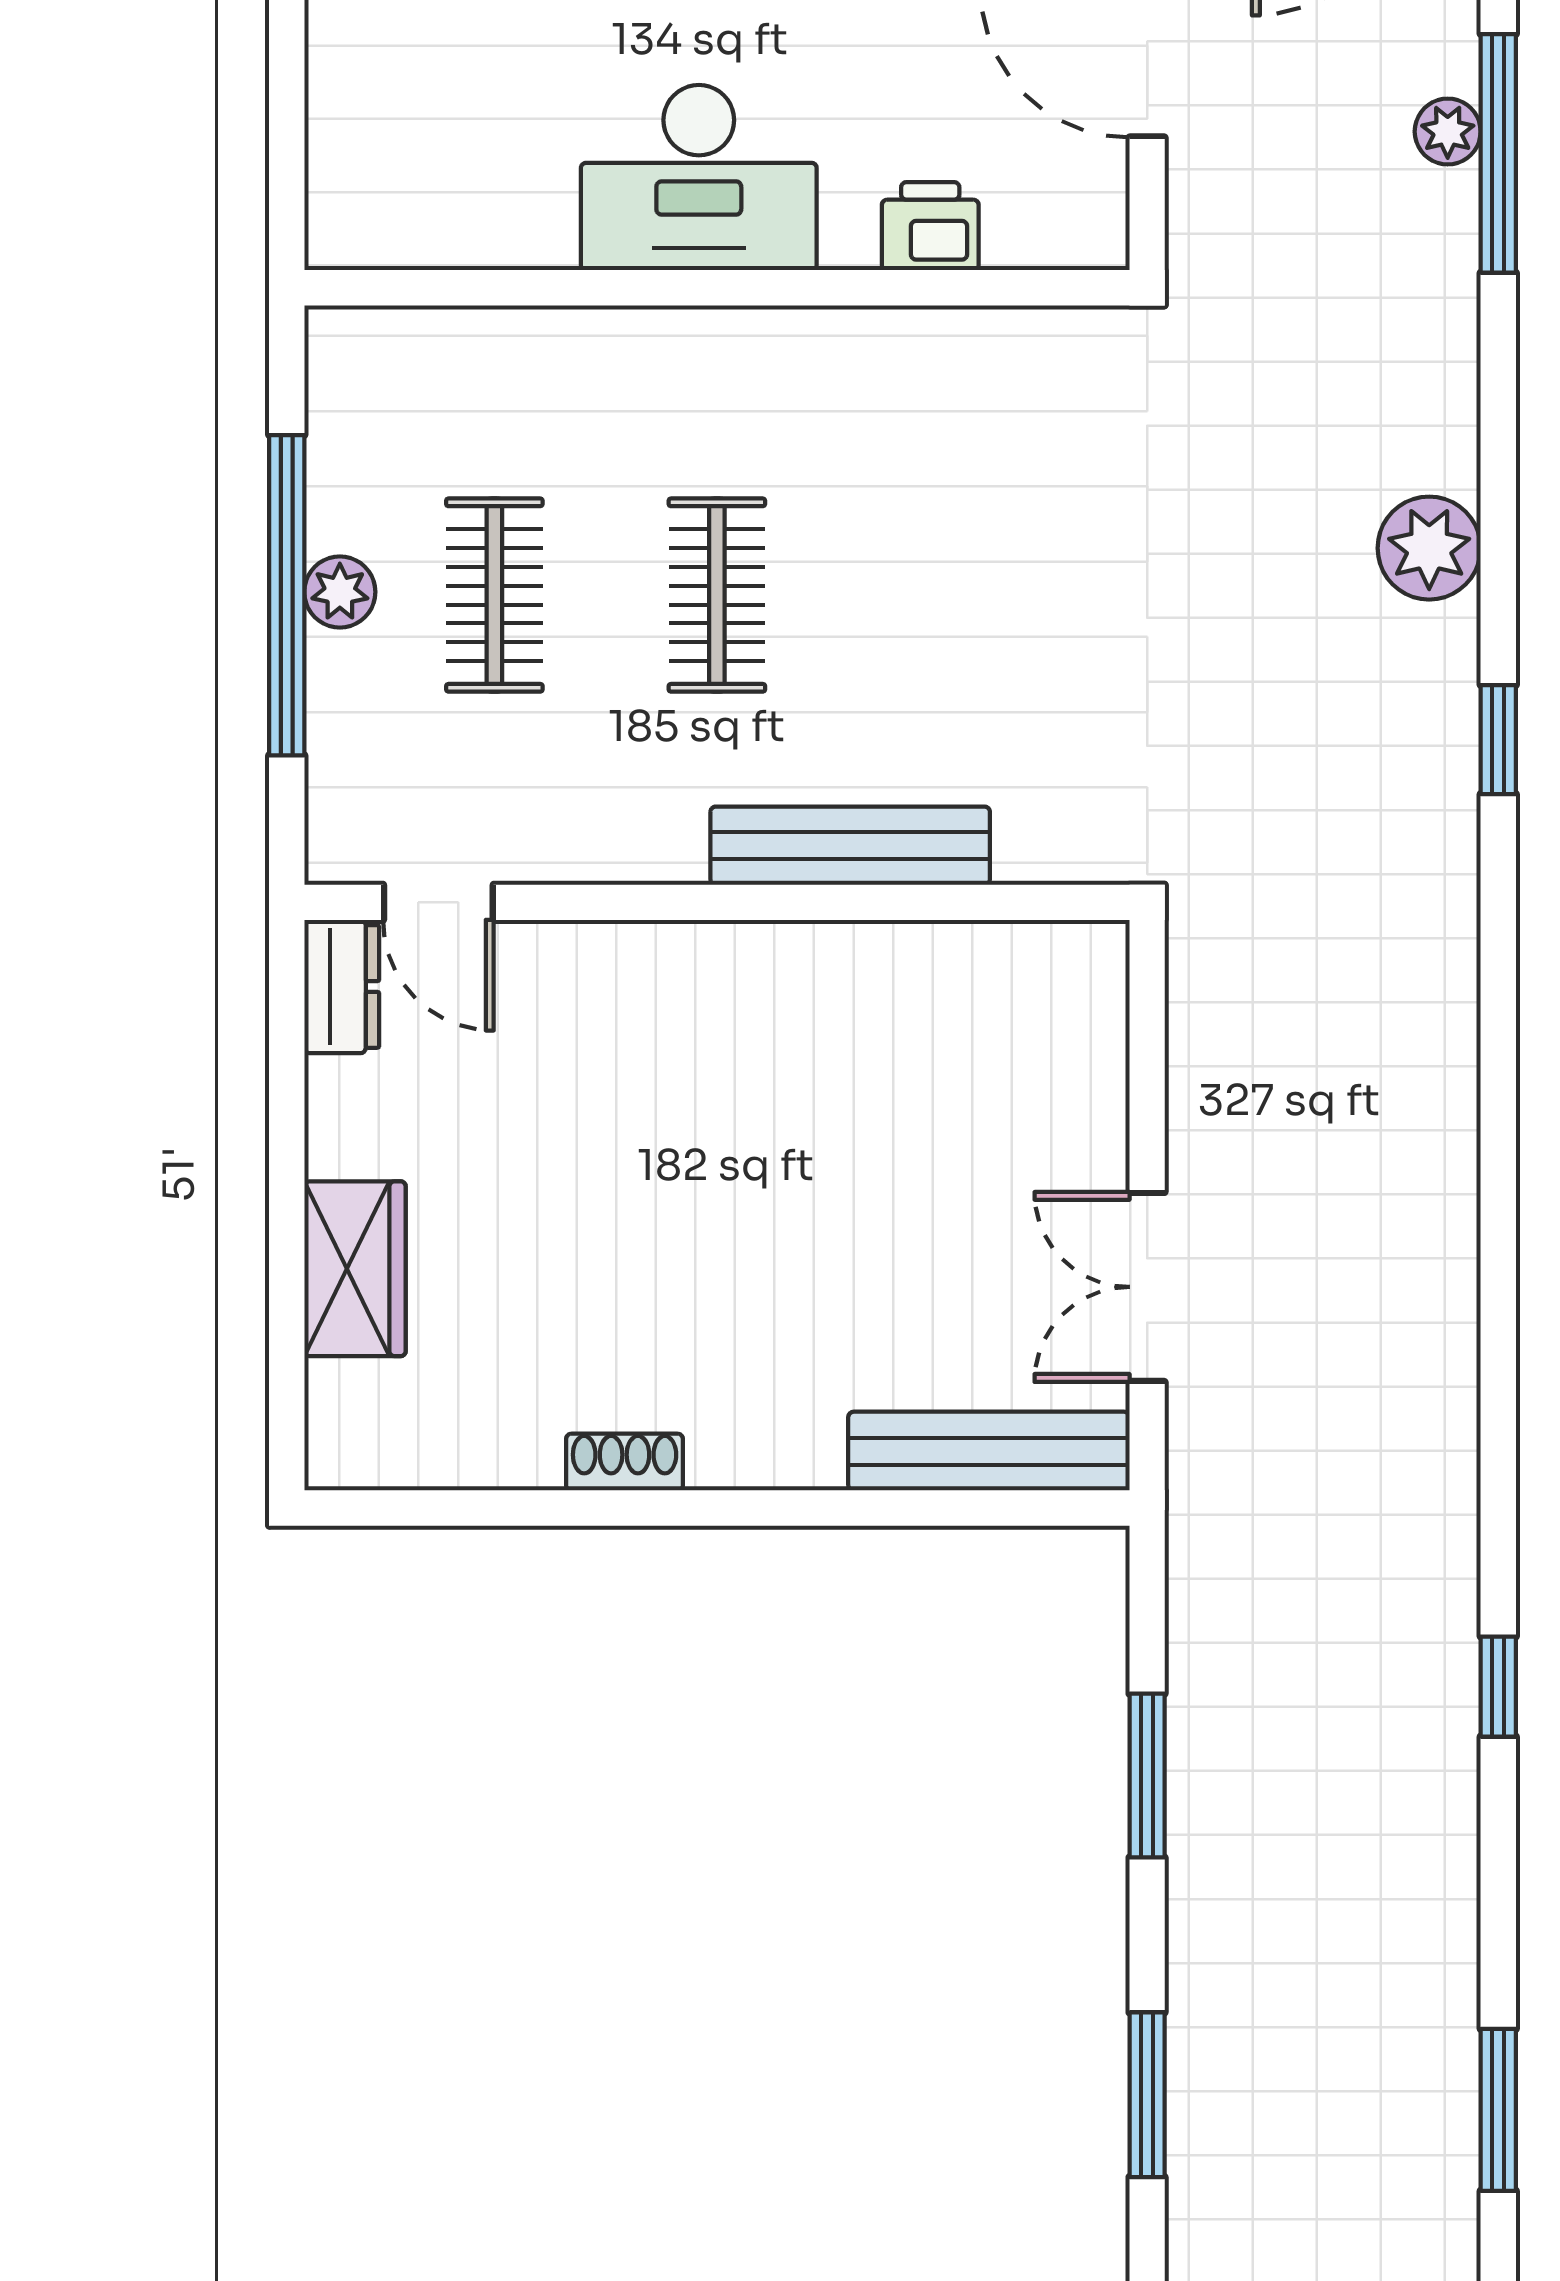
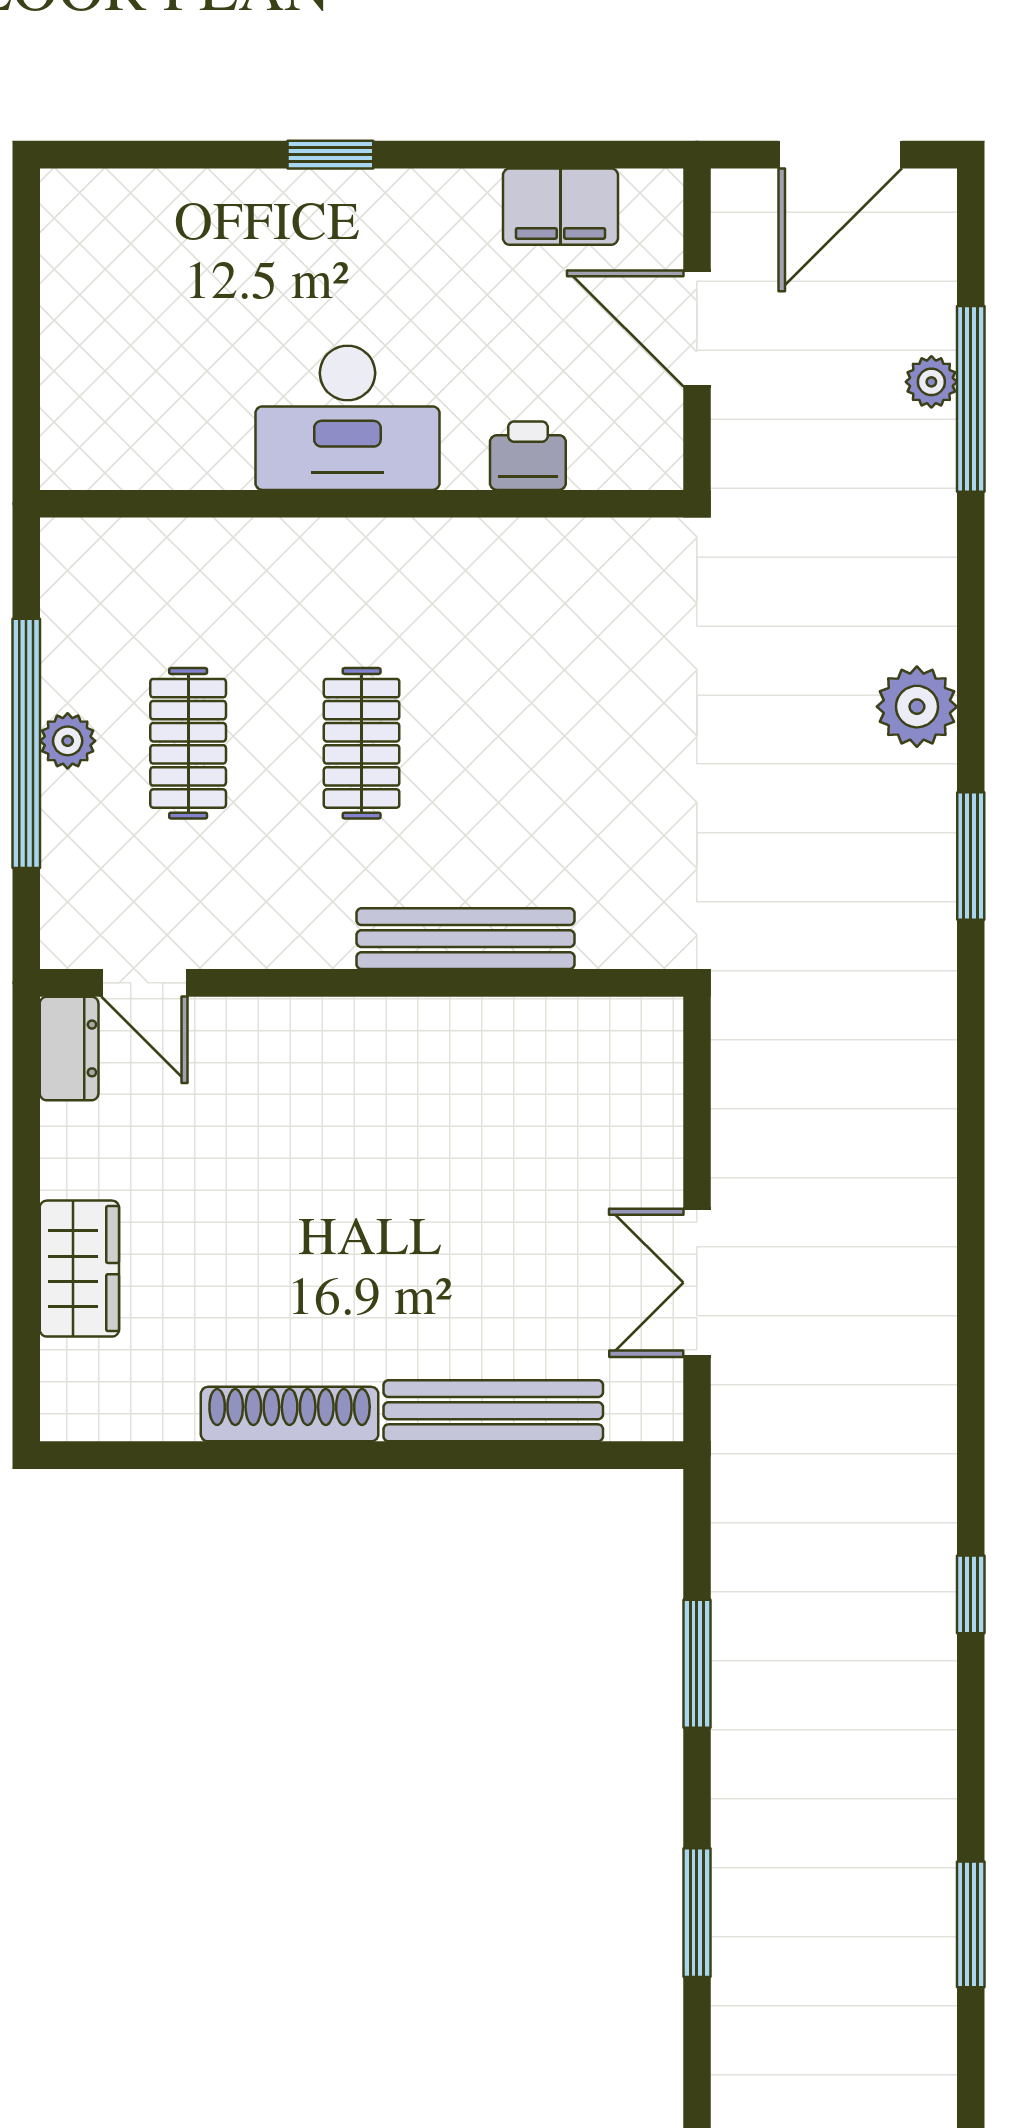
window: (1498, 740) -> (971, 856), width x1.50
bench: (989, 1451) -> (493, 1411), moved
shoe rack: (625, 1462) -> (290, 1414), width x1.94, depth x1.24

